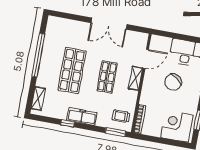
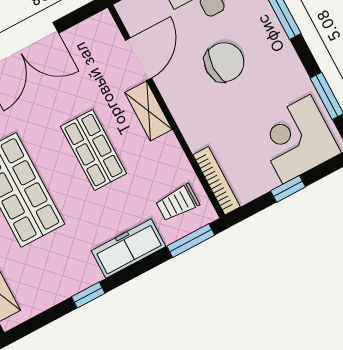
chair: (173, 82) -> (224, 62), turned -129
freezer: (82, 116) -> (128, 249), moved
window: (161, 141) -> (288, 189), added

